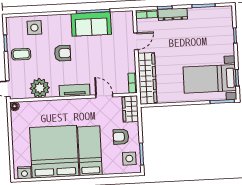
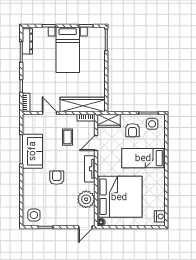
dresser: (173, 14) -> (27, 41), moved
side table: (34, 28) -> (34, 215), moved
coffee table: (21, 54) -> (68, 137), moved
bed with nightstands: (210, 79) -> (68, 50), moved
bed: (54, 152) -> (119, 197), moved, turned 180

